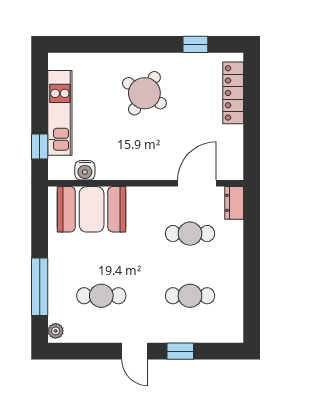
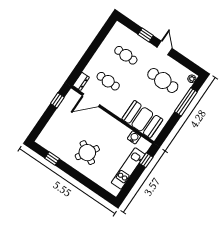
locker: (233, 93) -> (50, 128), removed
window: (252, 145) -> (57, 100), added
cafe table: (101, 296) -> (163, 80), width x1.37, depth x1.35

